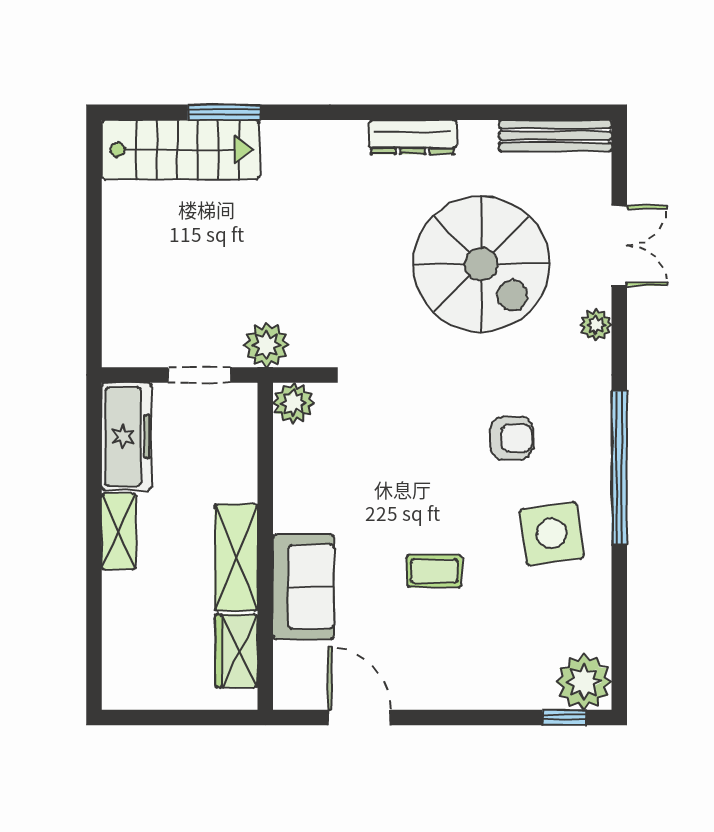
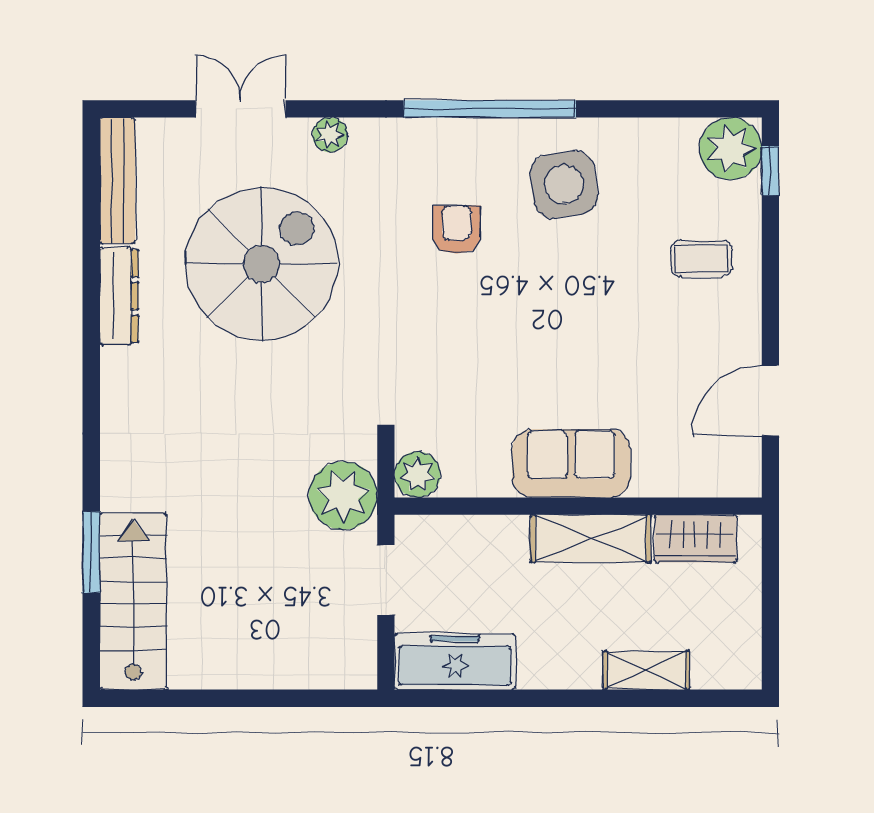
dresser: (413, 137) -> (119, 296), moved
plant: (266, 345) -> (343, 496), width x1.36, depth x1.36
shelving: (119, 532) -> (646, 670), moved
coffee table: (434, 571) -> (702, 258), moved, turned 90
sofa: (303, 587) -> (571, 463), moved

